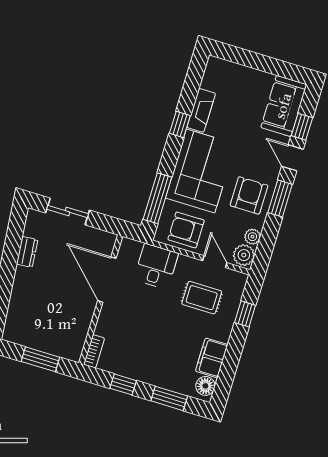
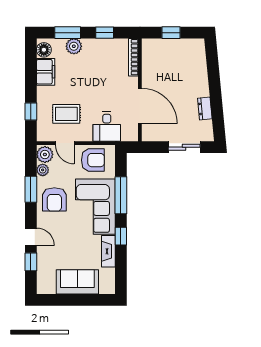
sofa: (284, 106) -> (77, 282), moved, turned -90
window: (157, 198) -> (121, 195), moved
window: (280, 198) -> (31, 189), moved
bookcase: (94, 351) -> (133, 57), width x1.56
window: (40, 359) -> (171, 33), width x0.67
plant: (167, 379) -> (74, 46), added

